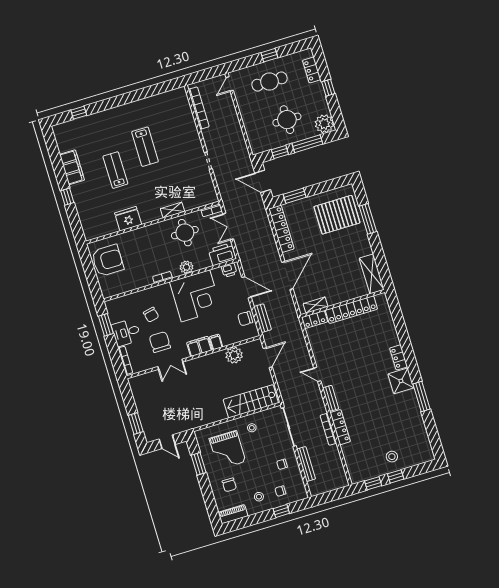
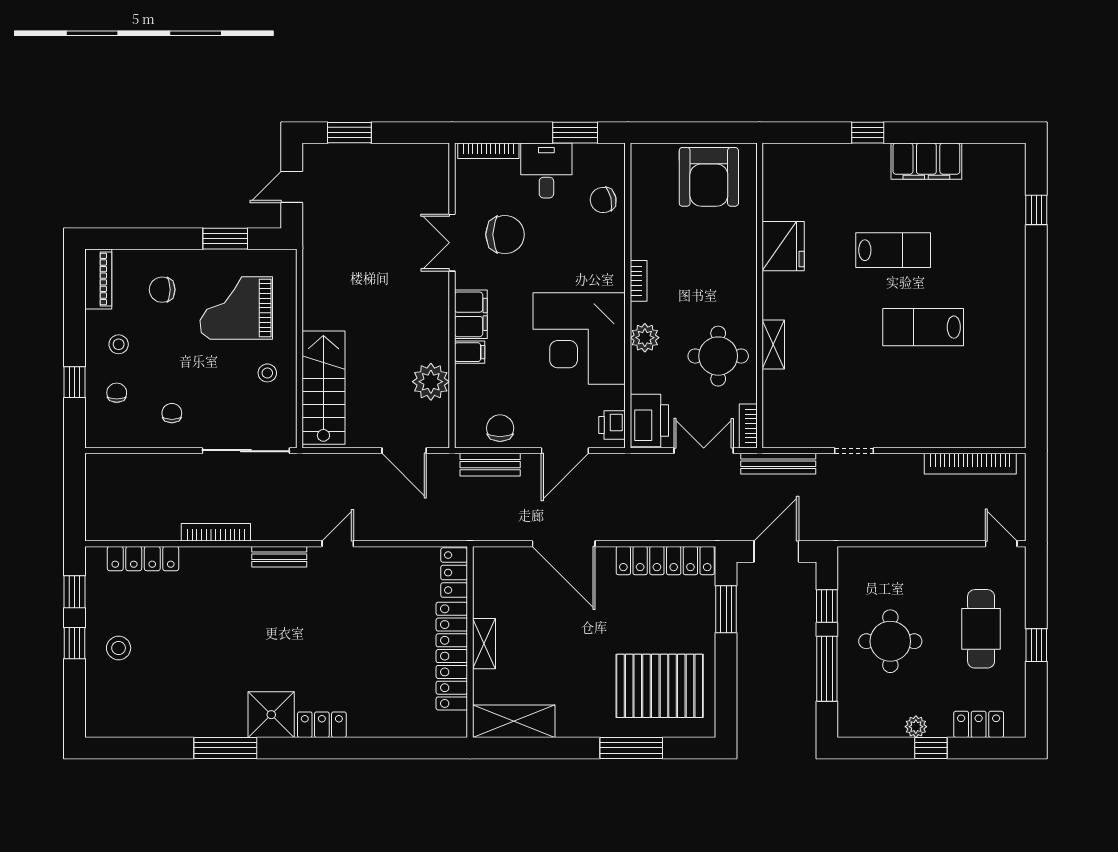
plant: (324, 124) -> (916, 727), moved, width x0.53, depth x0.53
pallet: (337, 215) -> (660, 686), turned 90
shelving: (316, 305) -> (484, 644), moved
chair: (151, 315) -> (603, 200), moved
locker: (340, 427) -> (143, 559), moved
bench: (306, 464) -> (778, 464), moved

